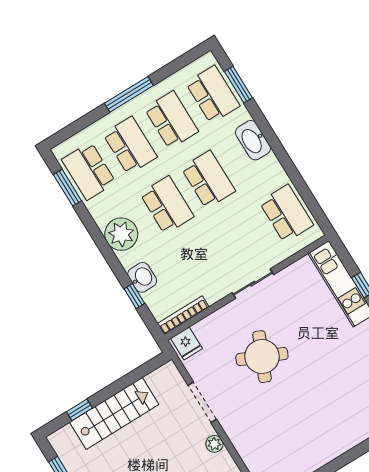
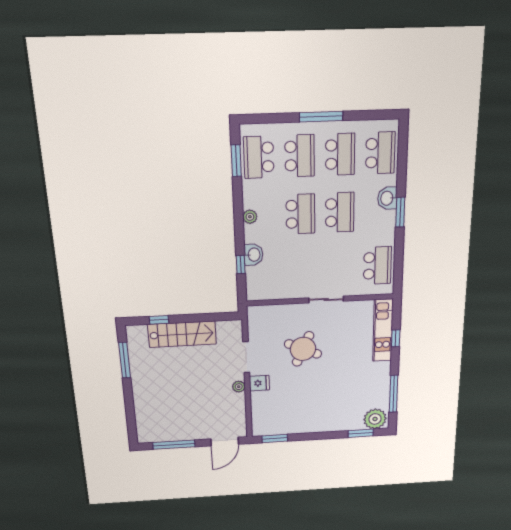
window: (238, 85) -> (400, 212), moved
washbasin: (253, 140) -> (387, 198), width x0.72
plant: (121, 234) -> (250, 217), width x0.53, depth x0.53
bookcase: (183, 315) -> (267, 295), removed
fridge: (187, 343) -> (259, 383), moved, turned -90

